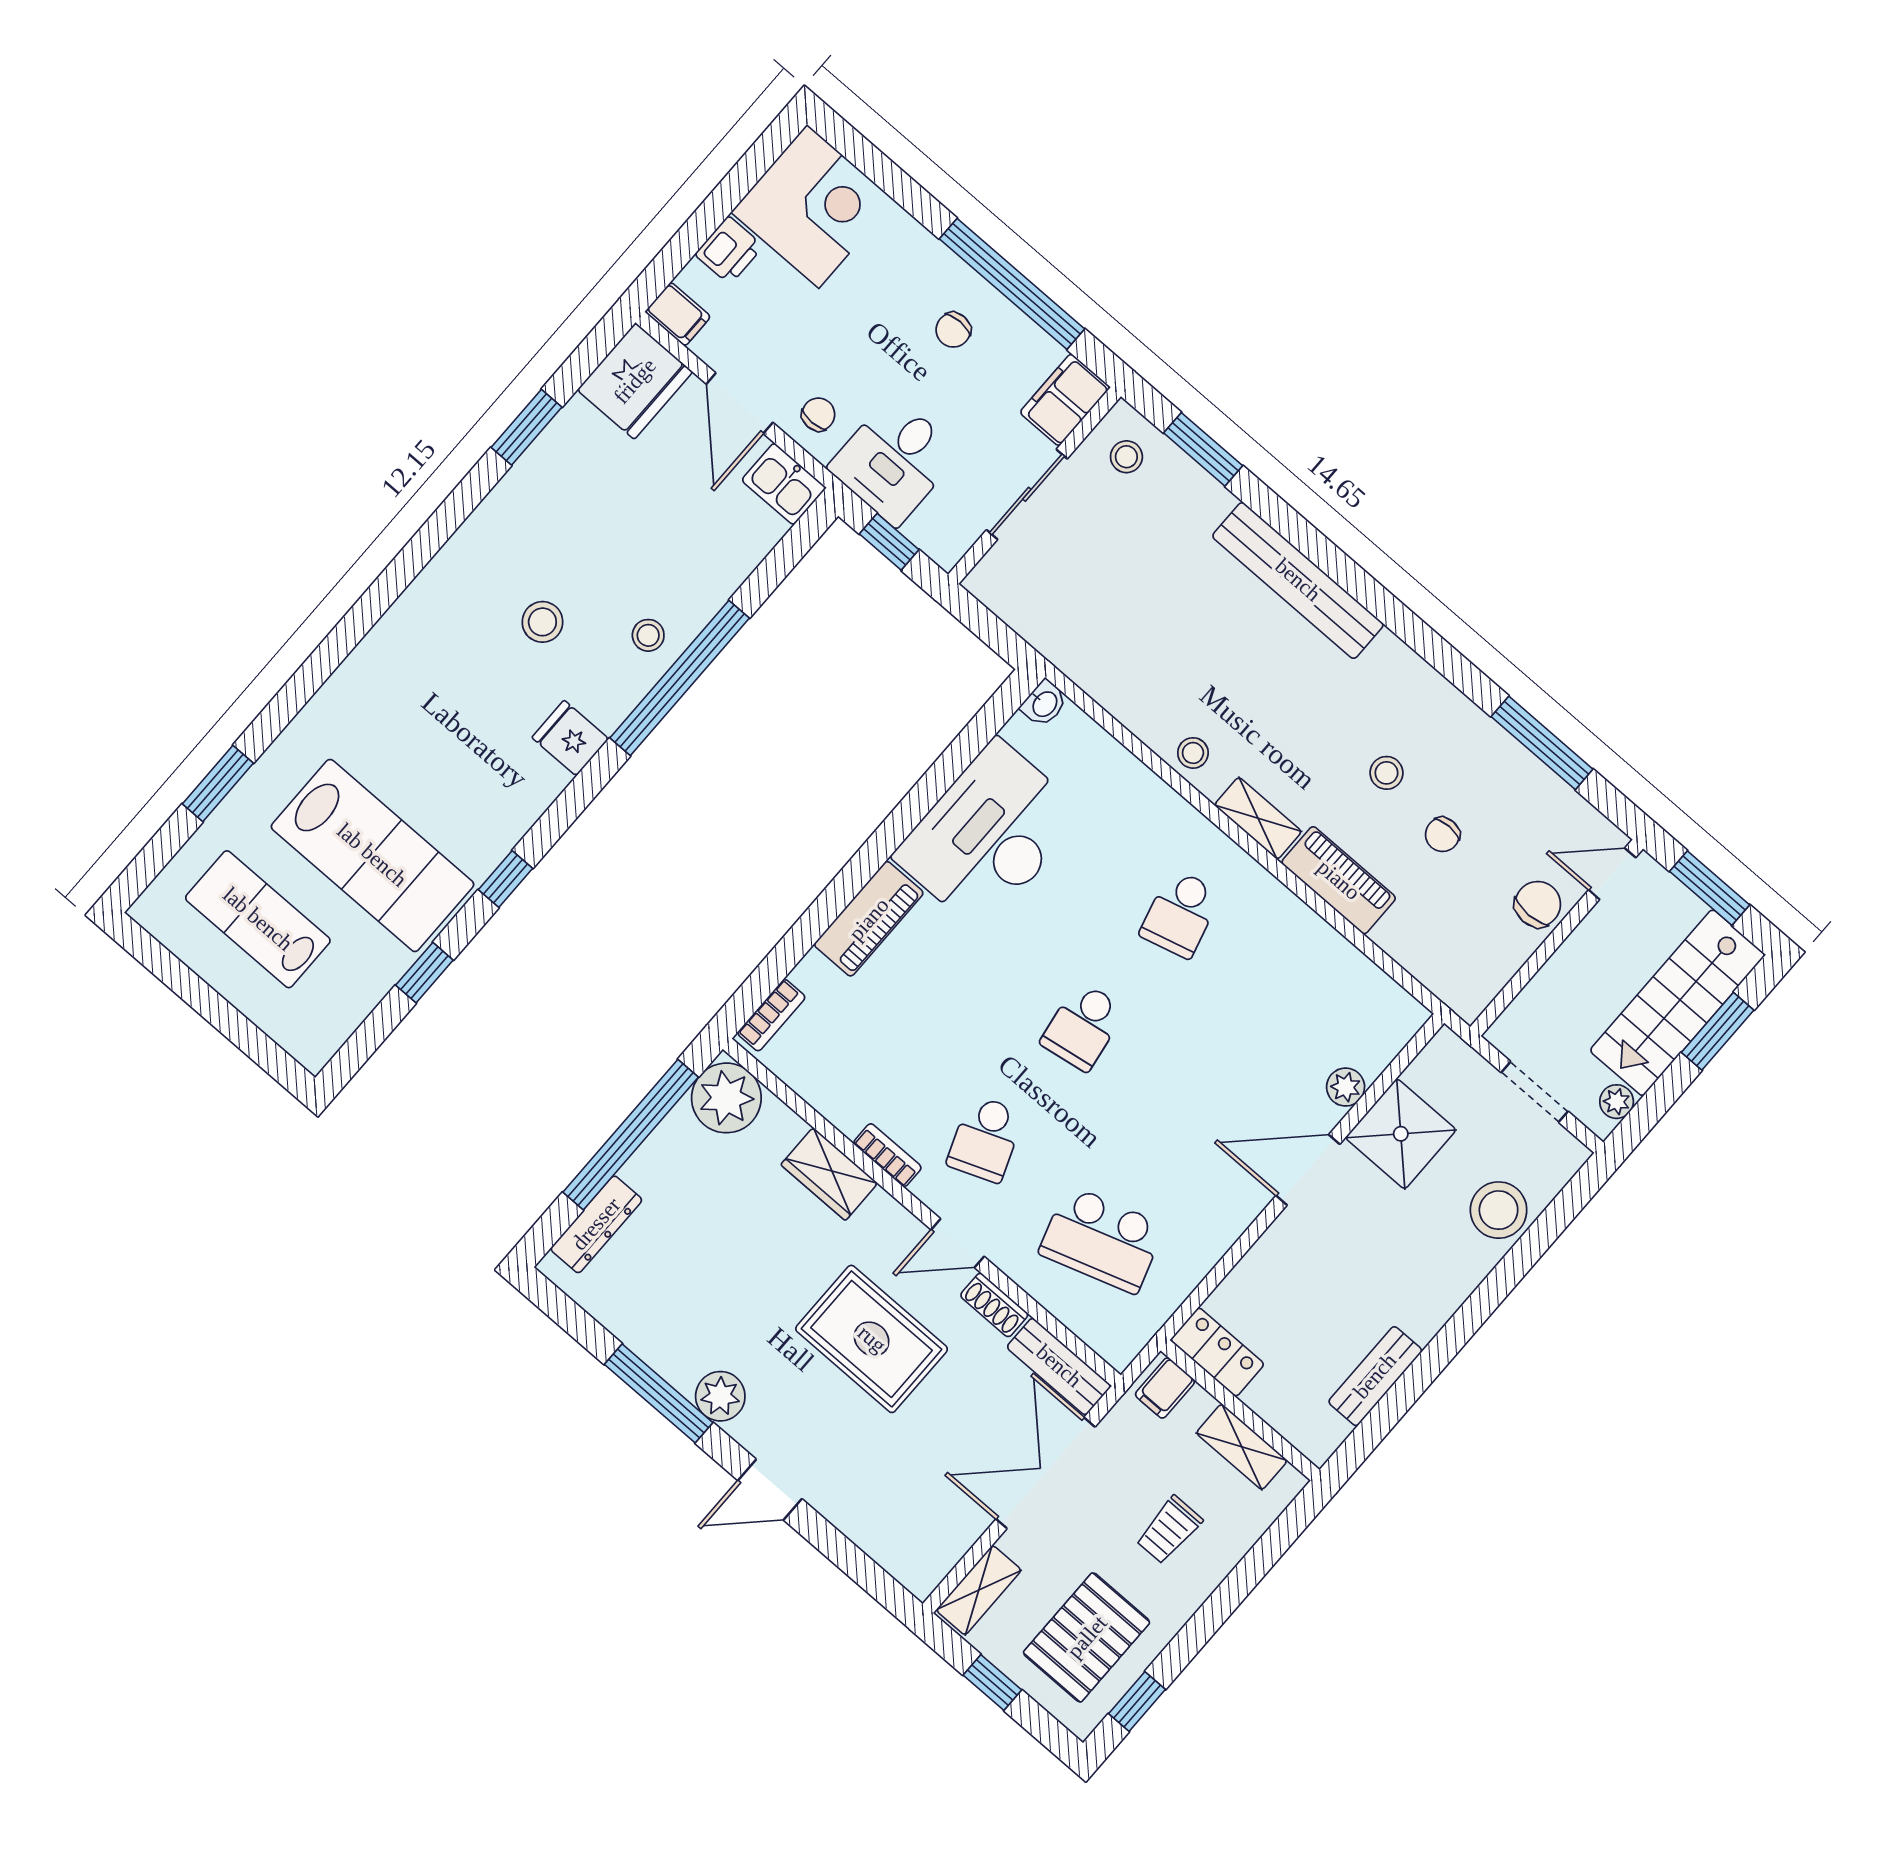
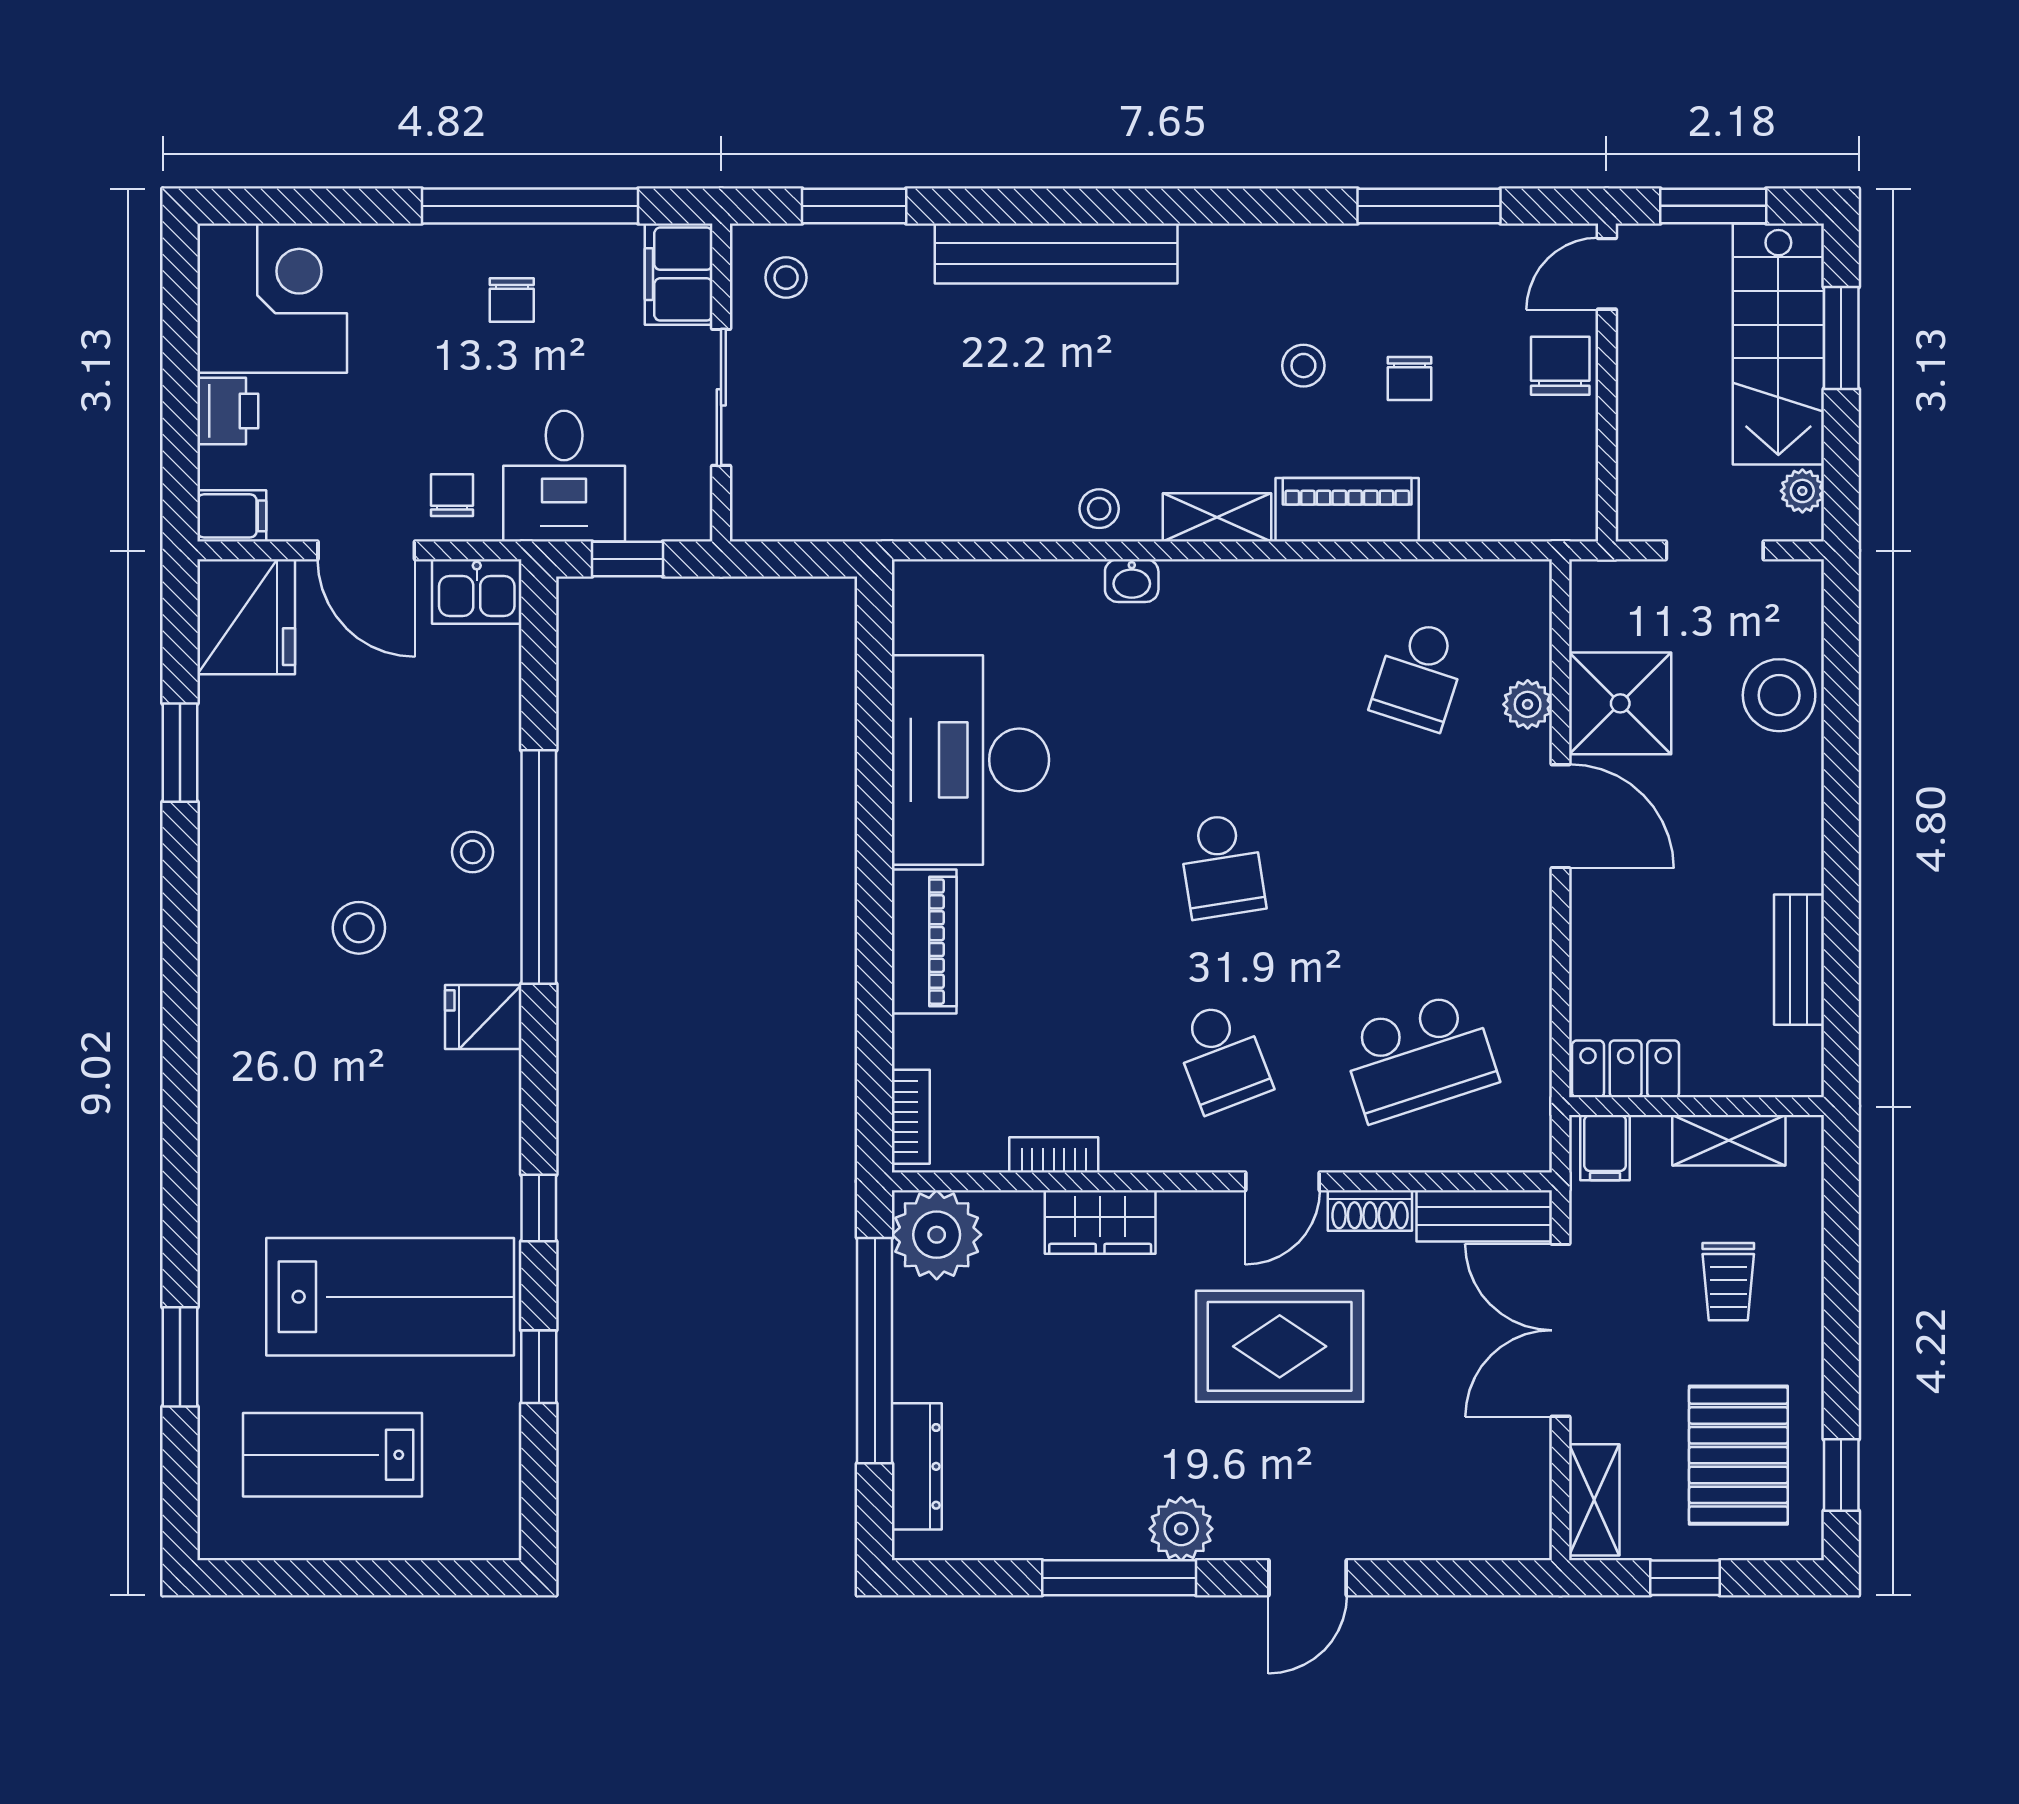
washbasin: (1044, 704) -> (1132, 581), moved, turned 90
school desk: (1180, 914) -> (1419, 675), moved, turned 33
bookcase: (887, 1155) -> (1054, 1155), moved
door: (1308, 1170) -> (1561, 816), swing flipped

